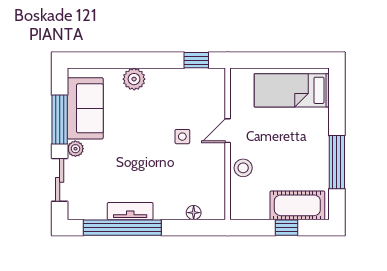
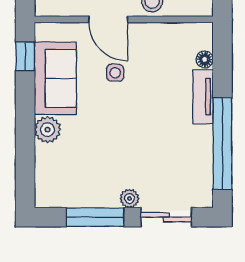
sofa: (85, 108) -> (55, 78), moved, turned 90
door: (228, 131) -> (108, 19), width x1.38
tv unit: (130, 211) -> (203, 97), moved

